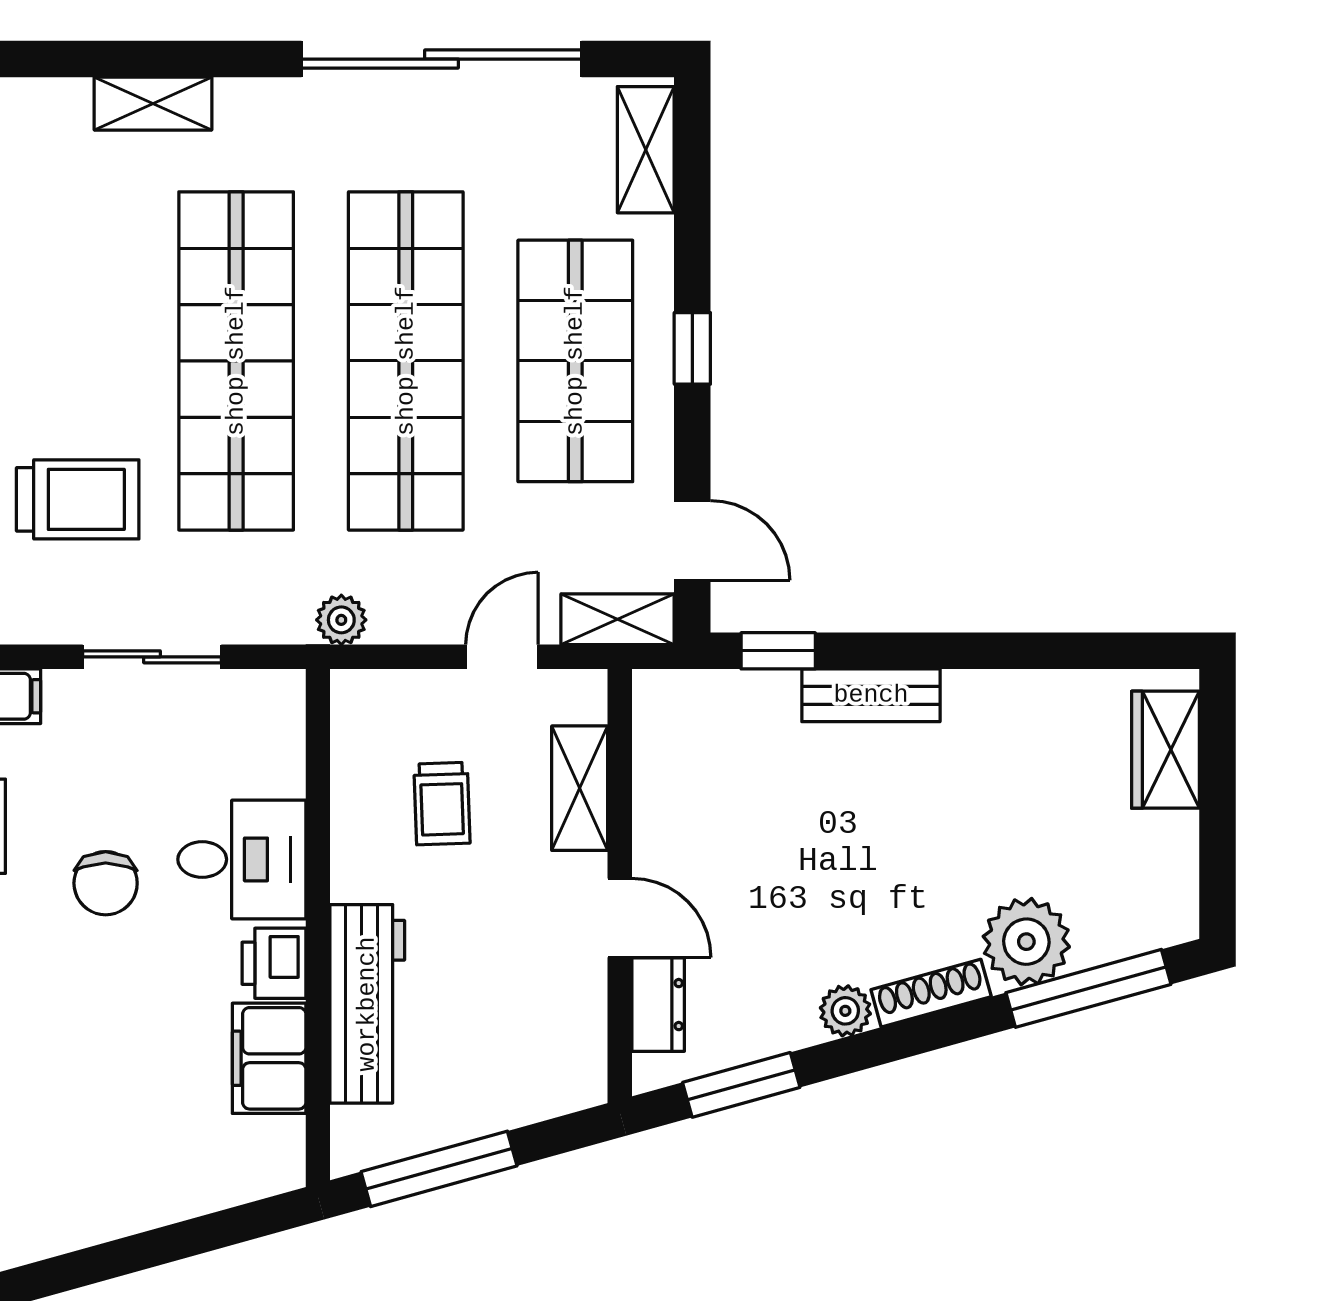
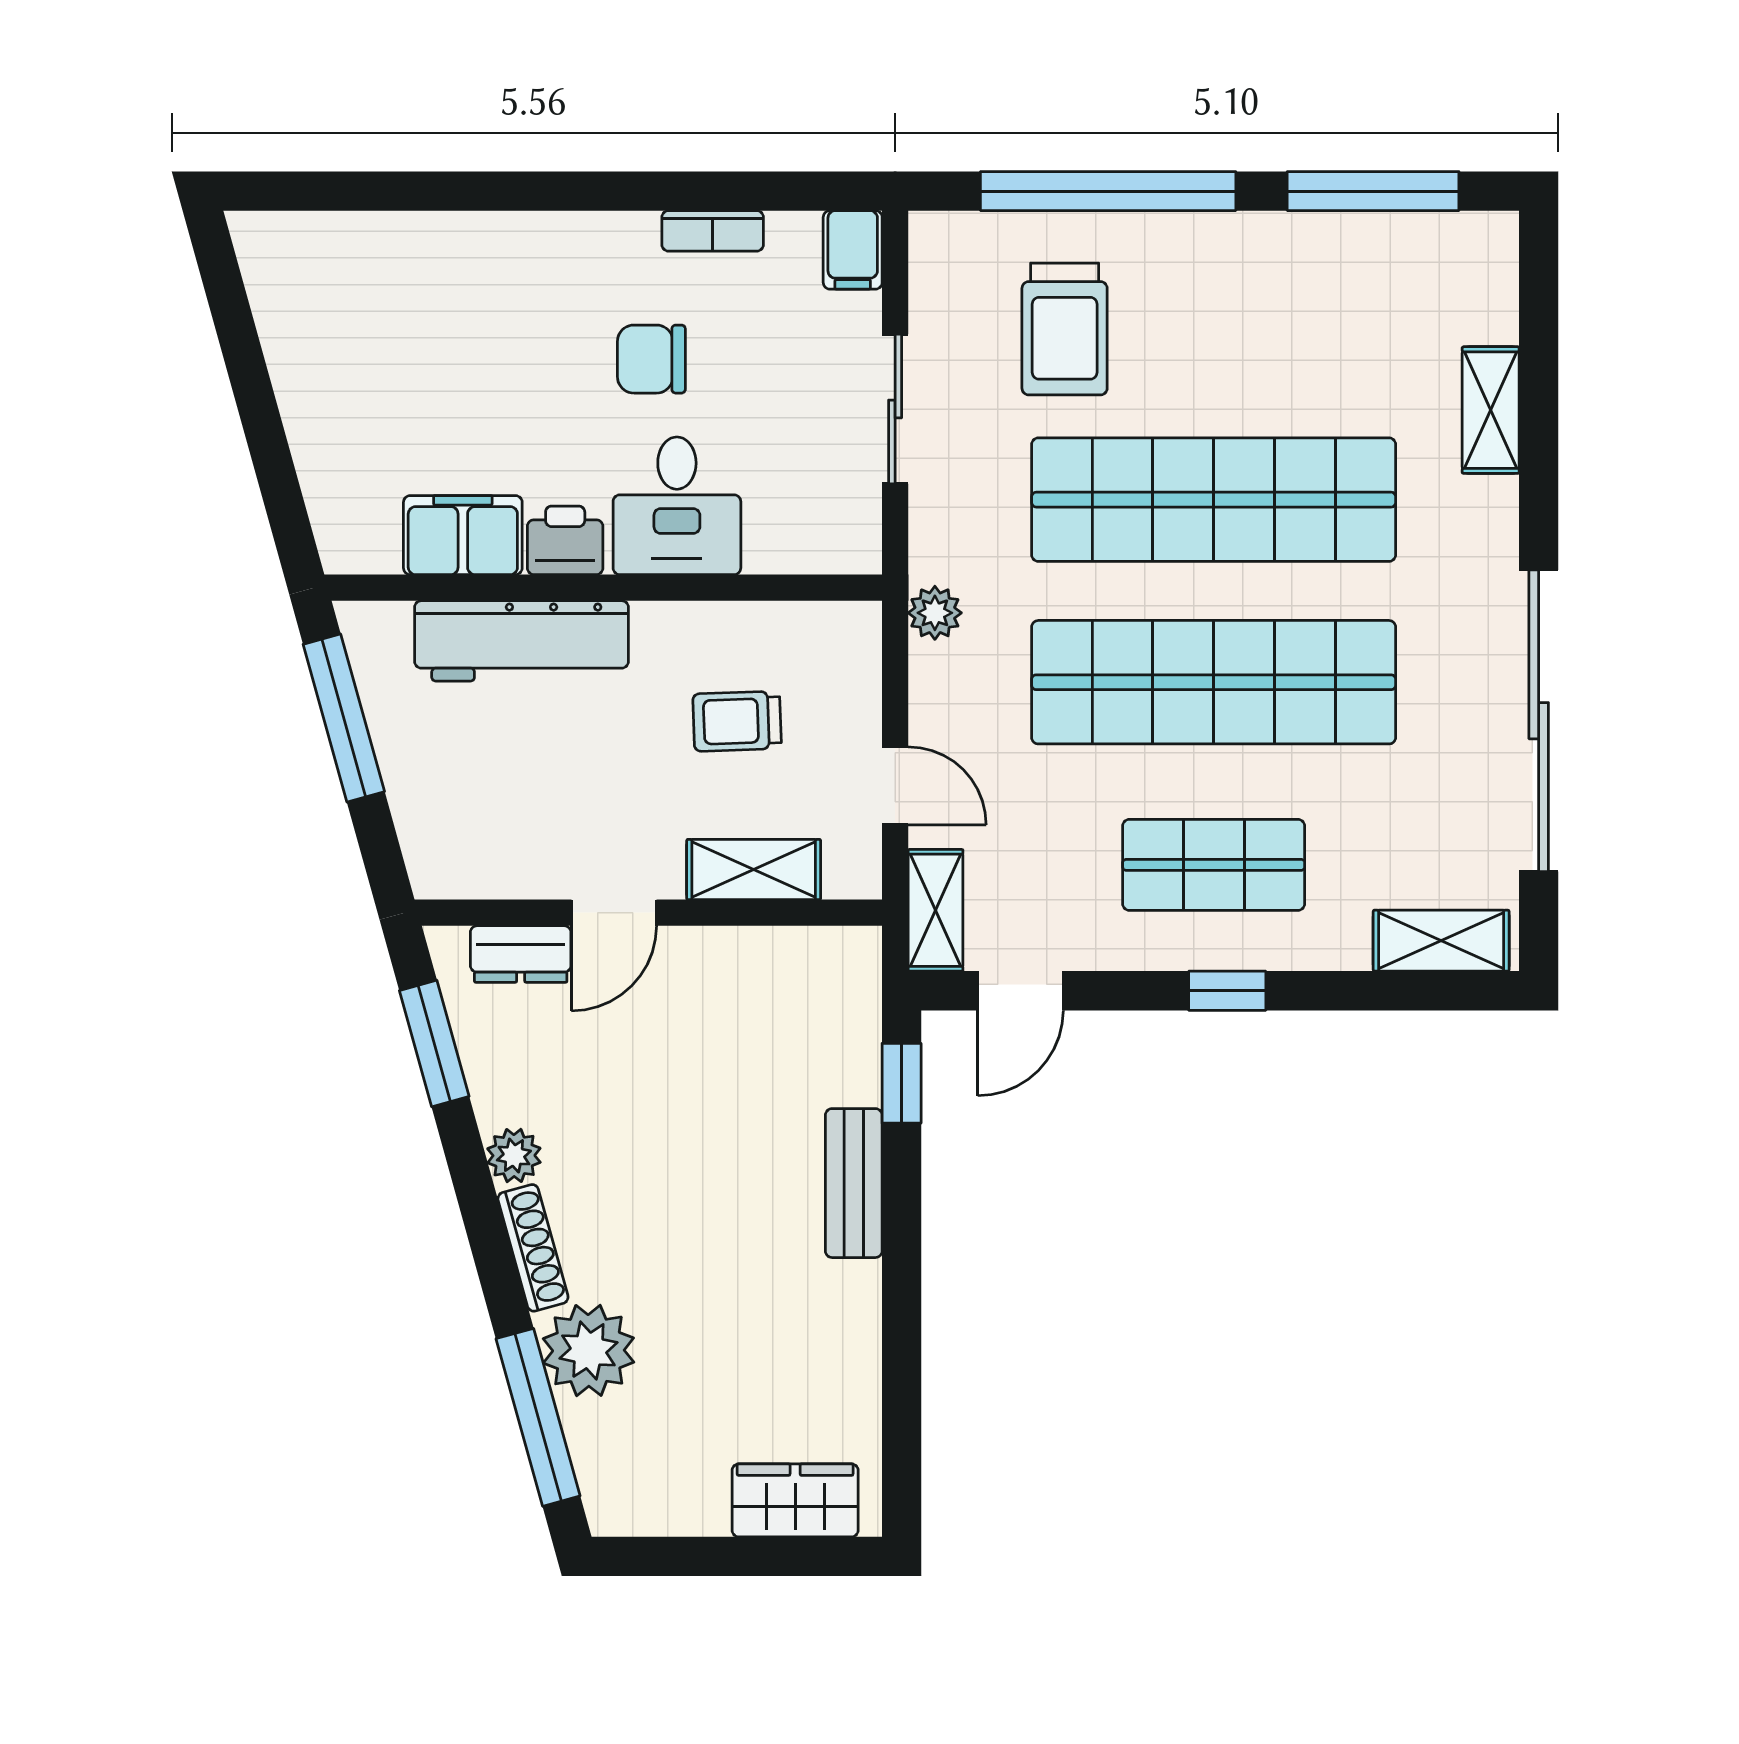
shop shelf: (575, 361) -> (1214, 865), width x0.70, depth x0.74

